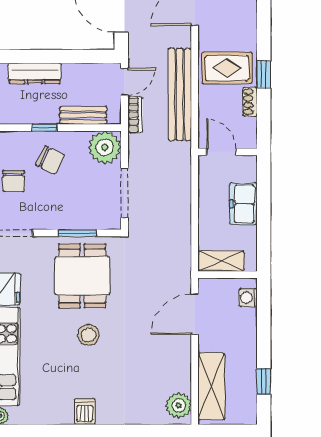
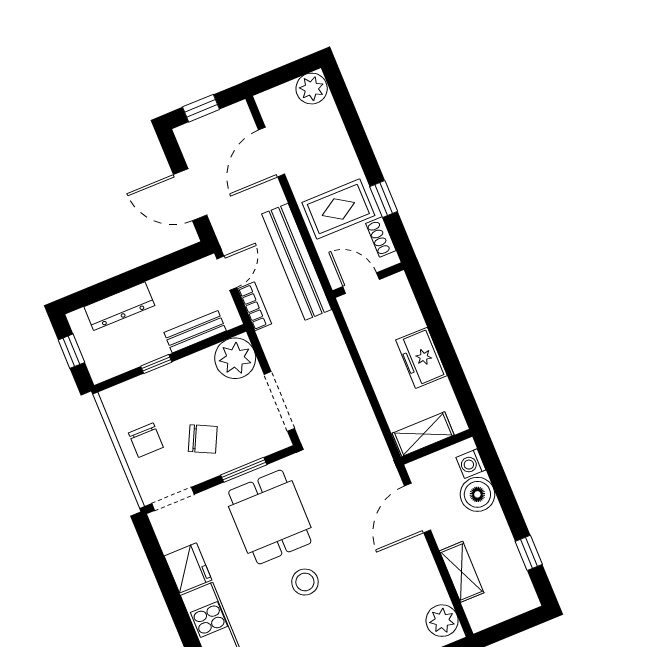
door: (221, 152) -> (361, 283), moved
wall: (228, 152) -> (368, 280), moved
chair: (50, 160) -> (203, 439), moved
boiler: (243, 322) -> (477, 494), added
shelving: (211, 386) -> (462, 572), width x0.67, depth x0.75

